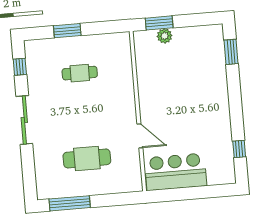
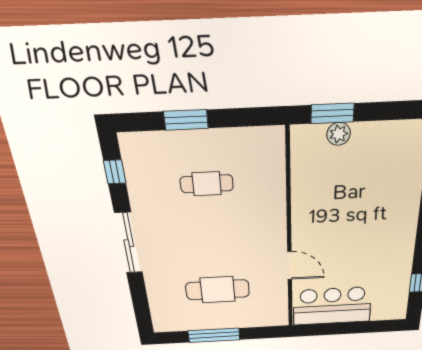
window: (70, 203) -> (214, 335), moved

